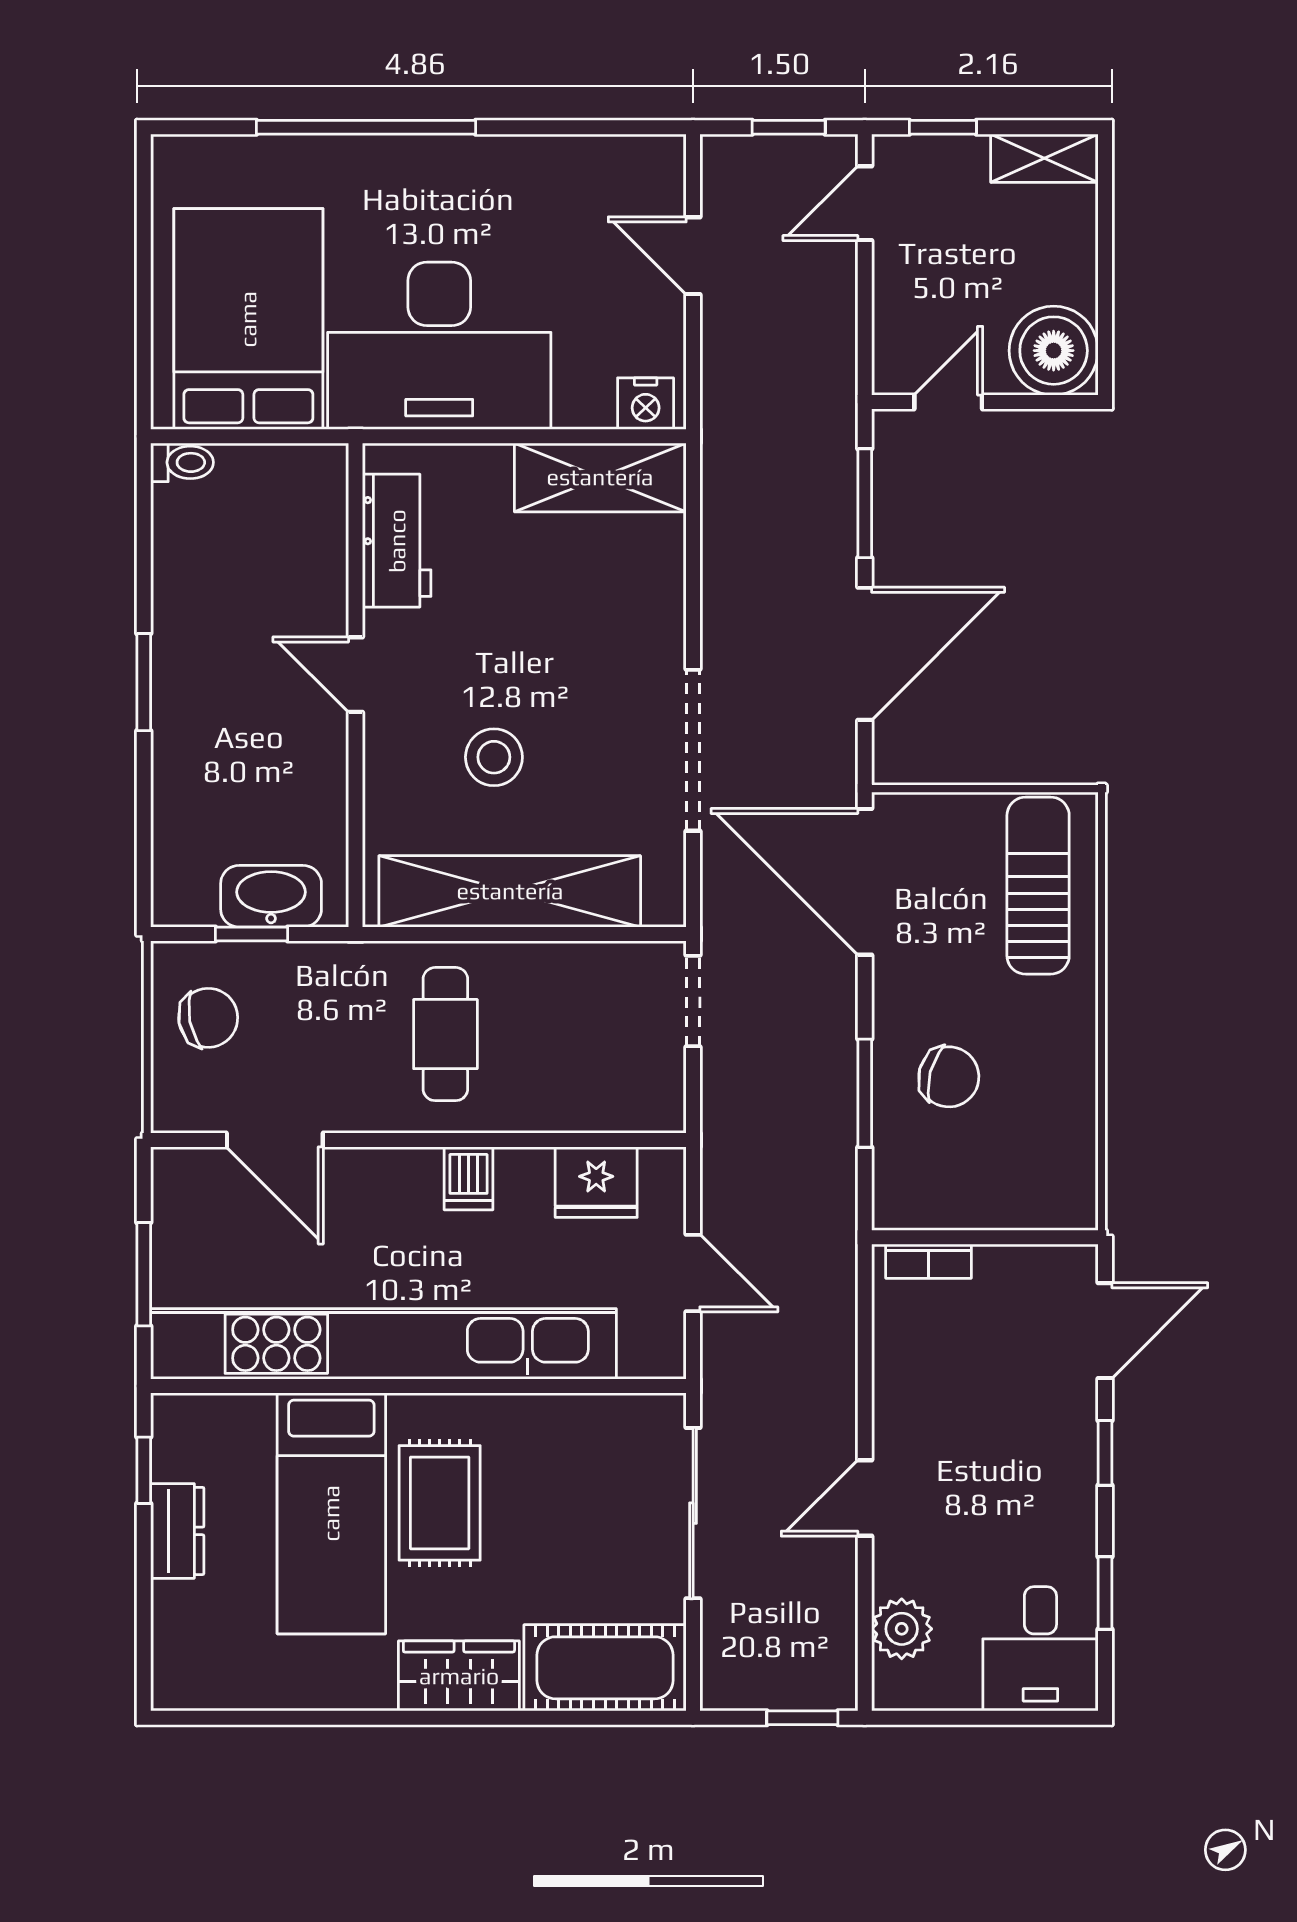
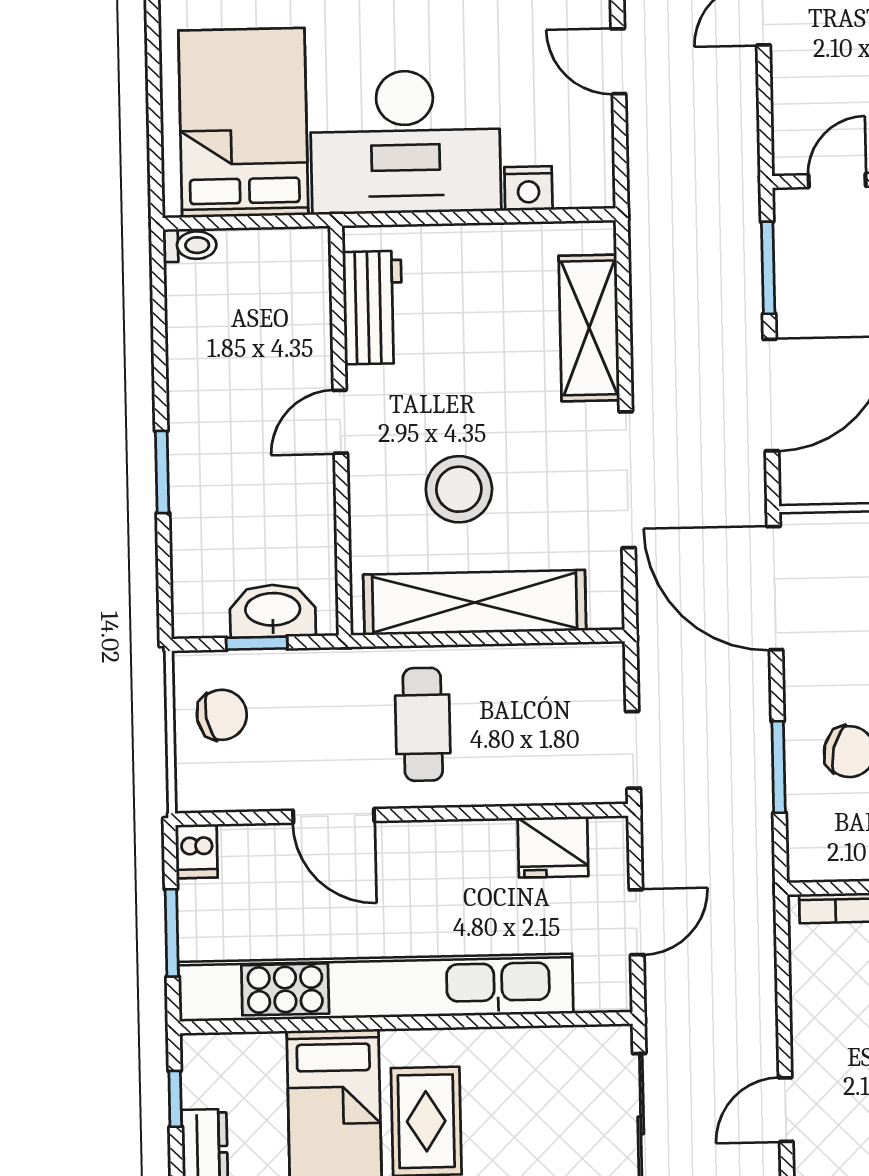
nightstand: (646, 404) -> (528, 188), moved
shelving: (600, 477) -> (589, 328), moved, turned 90
door: (355, 675) -> (340, 422), hinge flipped
window: (144, 682) -> (162, 472), moved
stool: (494, 757) -> (459, 489), width x1.38, depth x1.38
doorway: (693, 1001) -> (633, 750), moved
door: (275, 1140) -> (334, 816), moved
dishwasher: (468, 1178) -> (197, 851), moved
door: (693, 1273) -> (637, 922), hinge flipped

